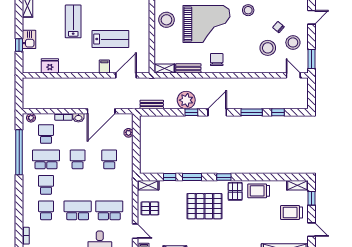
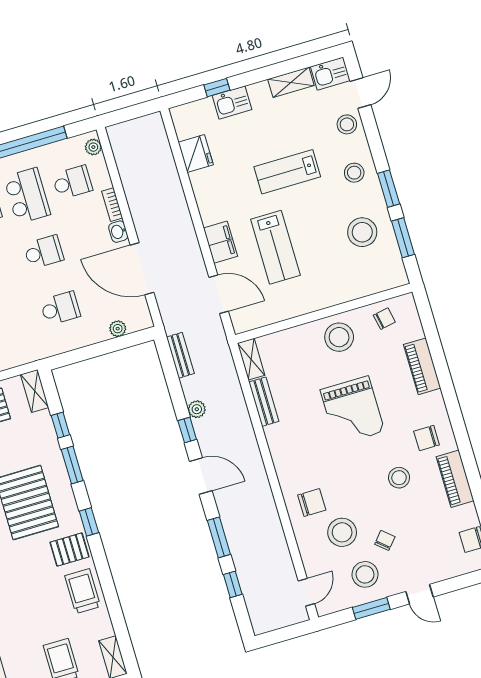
lab bench: (73, 21) -> (287, 172), turned 180
grand piano: (206, 24) -> (352, 411), width x0.73, depth x0.68
window: (311, 59) -> (371, 608), moved
chair: (217, 60) -> (312, 503), moved
filing cabinet: (104, 67) -> (221, 242), width x2.00
plant: (186, 100) -> (197, 409), width x0.53, depth x0.53

